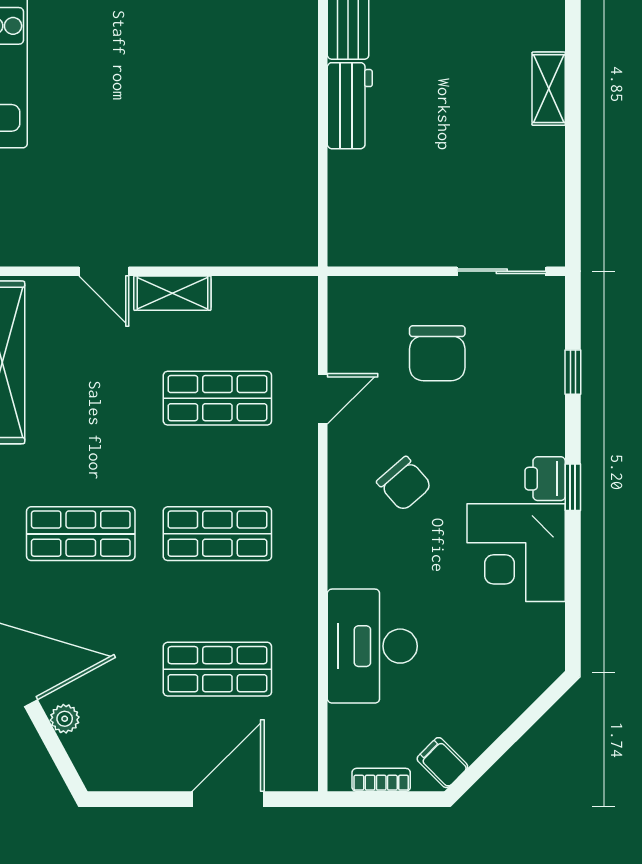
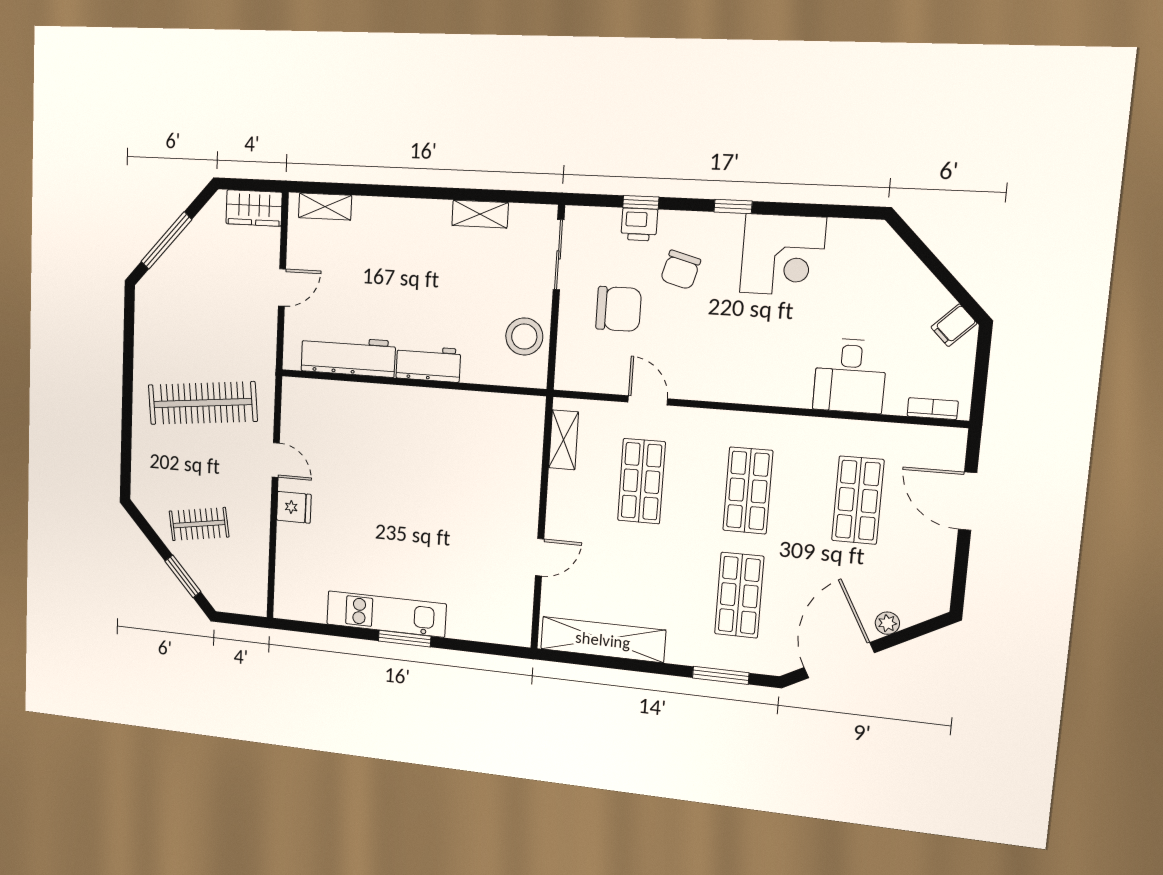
shelving: (549, 89) -> (480, 214), moved
stool: (394, 233) -> (524, 336), added
shelving: (172, 293) -> (564, 440), moved
printer: (545, 479) -> (639, 224), moved
chair: (404, 484) -> (681, 270), moved, turned 146
desk: (372, 646) -> (850, 376), width x0.73
bookcase: (381, 780) -> (933, 409), moved, turned 90

